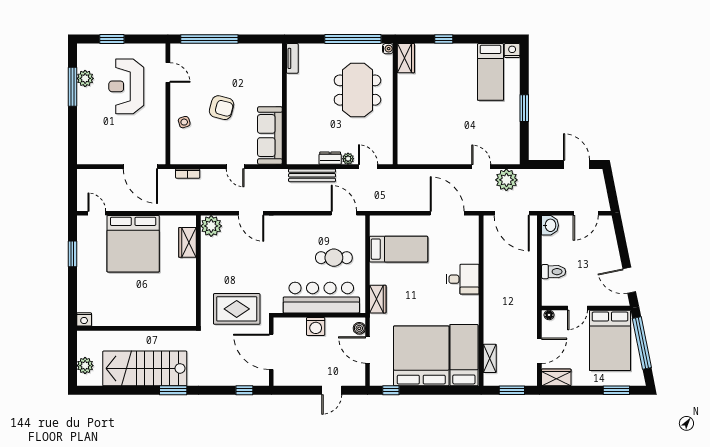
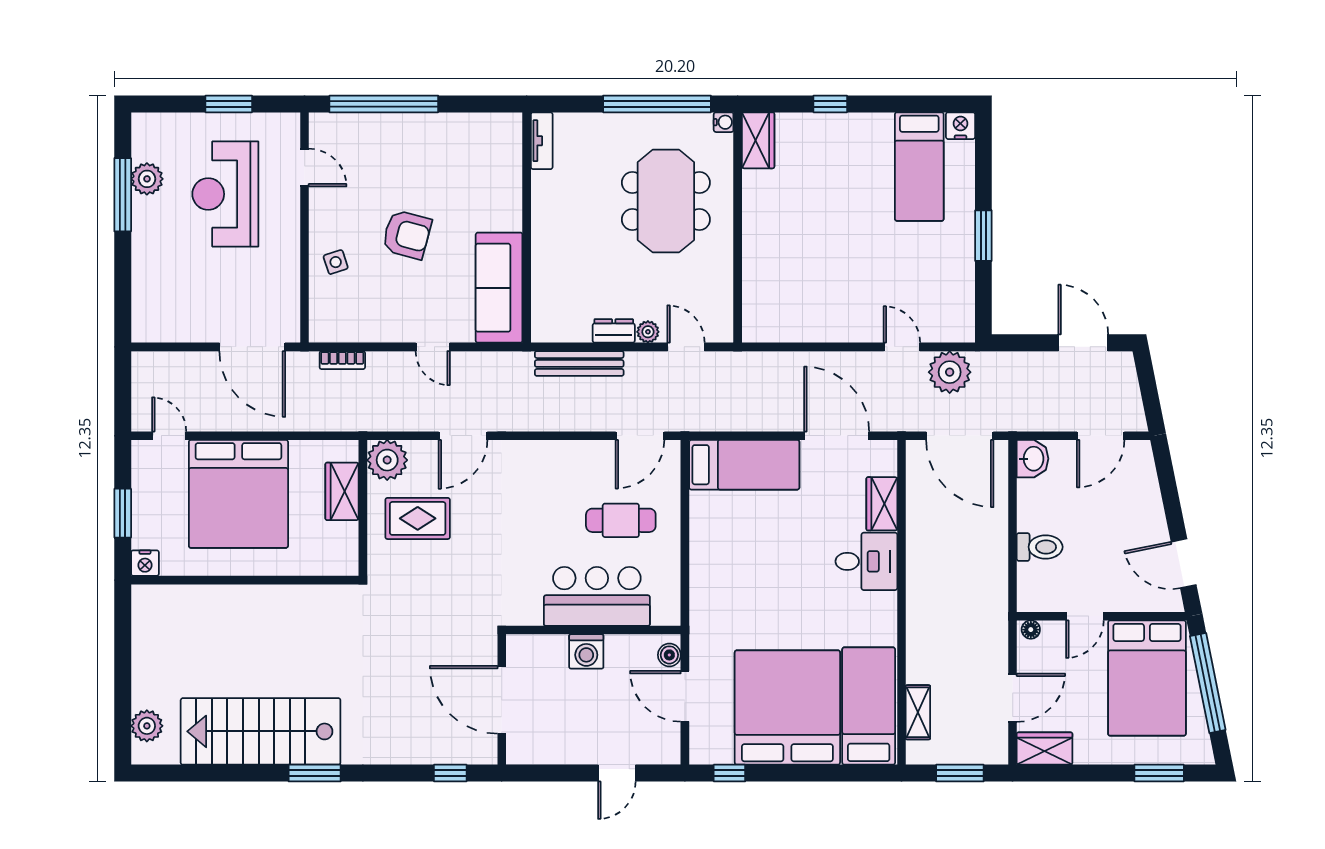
window: (112, 39) -> (229, 104), moved
door: (251, 213) -> (463, 436), hinge flipped
door: (344, 213) -> (640, 436), swing flipped
bed: (399, 249) -> (744, 465), moved
bar counter: (321, 298) -> (597, 596), width x0.73
wardrobe: (378, 299) -> (882, 504), moved, turned 180
rug: (237, 309) -> (418, 518), moved, width x0.73, depth x0.70
nightstand: (84, 319) -> (145, 563), moved
wall: (136, 328) -> (245, 580), moved

